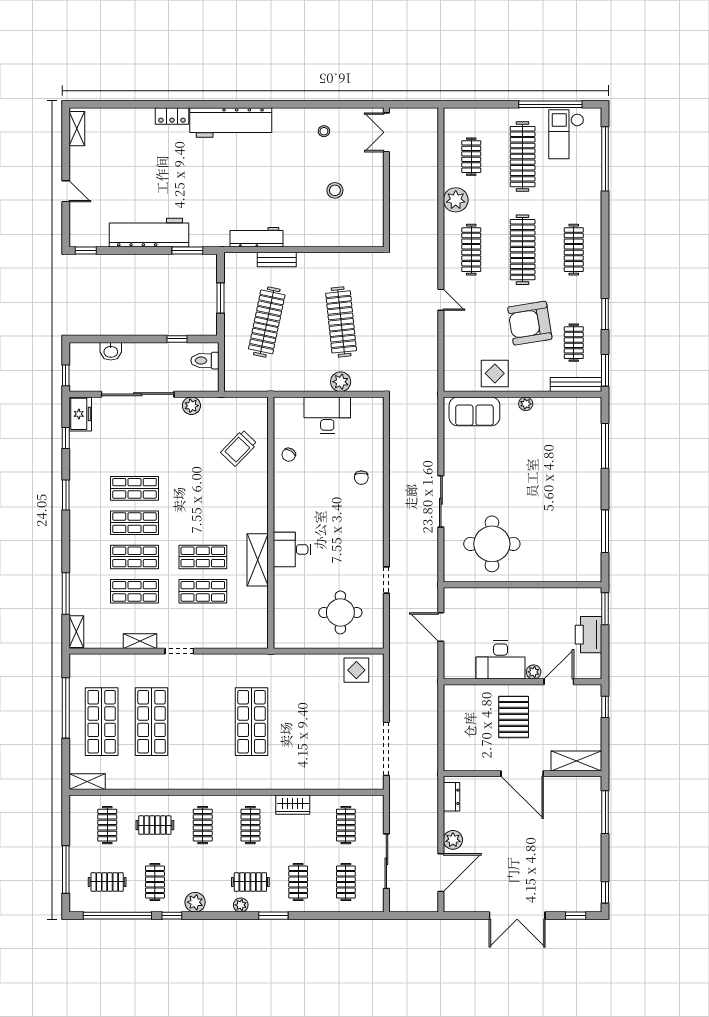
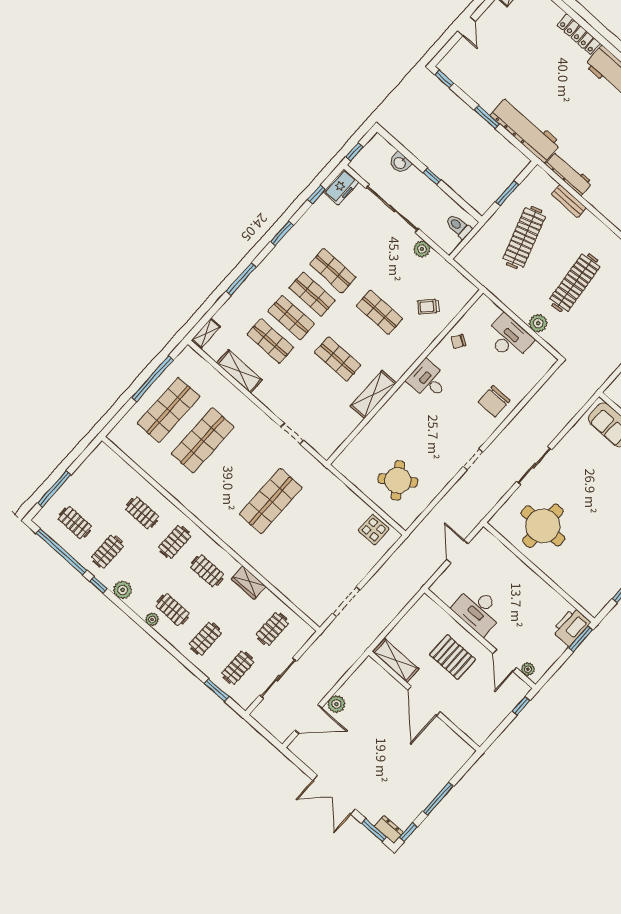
locker: (172, 116) -> (579, 34), width x1.53
workbench: (149, 233) -> (526, 129), moved
window: (187, 250) -> (487, 117), moved
clothes rail: (267, 322) -> (524, 238), turned -30
window: (177, 339) -> (432, 176), moved
trolley: (239, 448) -> (428, 307), width x0.73, depth x0.72
chair: (361, 478) -> (494, 401), width x1.87, depth x1.87
desk: (292, 549) -> (428, 380), moved
doorway: (386, 580) -> (473, 459), moved
shop shelf: (203, 591) -> (379, 312), moved
window: (66, 594) -> (241, 279), moved
round table: (340, 612) -> (398, 480), turned -35
printer: (589, 635) -> (571, 627), moved
shelving: (140, 641) -> (240, 371), width x1.50, depth x1.33
doorway: (179, 651) -> (292, 434), moved
plant: (534, 672) -> (528, 669), moved
door: (559, 682) -> (505, 661), swing flipped
pallet: (514, 717) -> (453, 657), turned 90
doorway: (386, 749) -> (346, 602), width x0.73
shelving: (576, 761) -> (396, 660), moved
shelving: (87, 782) -> (122, 442), removed
dresser: (452, 797) -> (389, 829), moved, turned -90
window: (605, 812) -> (438, 799), moved
clothes rail: (107, 825) -> (109, 484), removed
clothes rail: (250, 825) -> (207, 571), turned 90
window: (273, 916) -> (217, 690), moved
window: (576, 916) -> (374, 830), width x1.50

